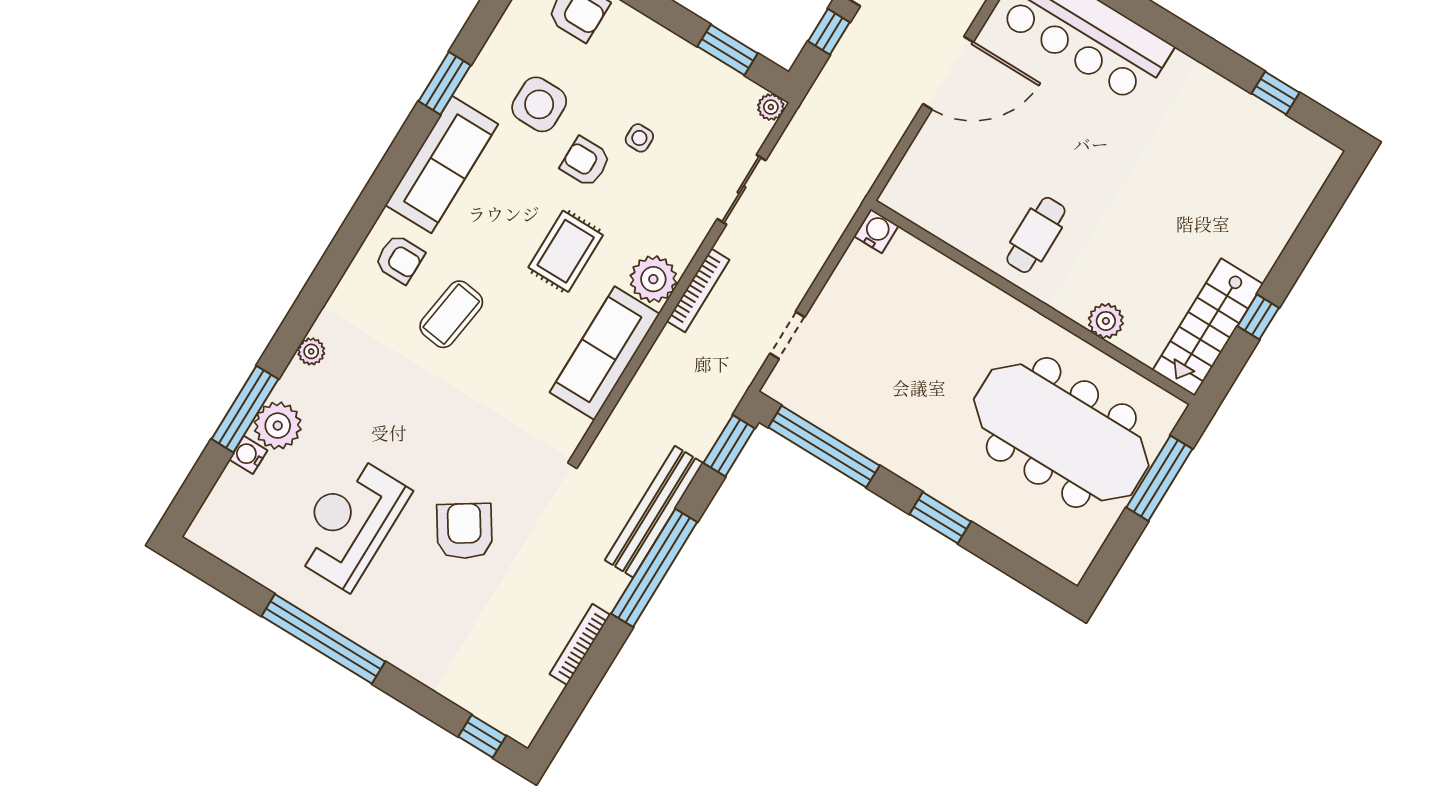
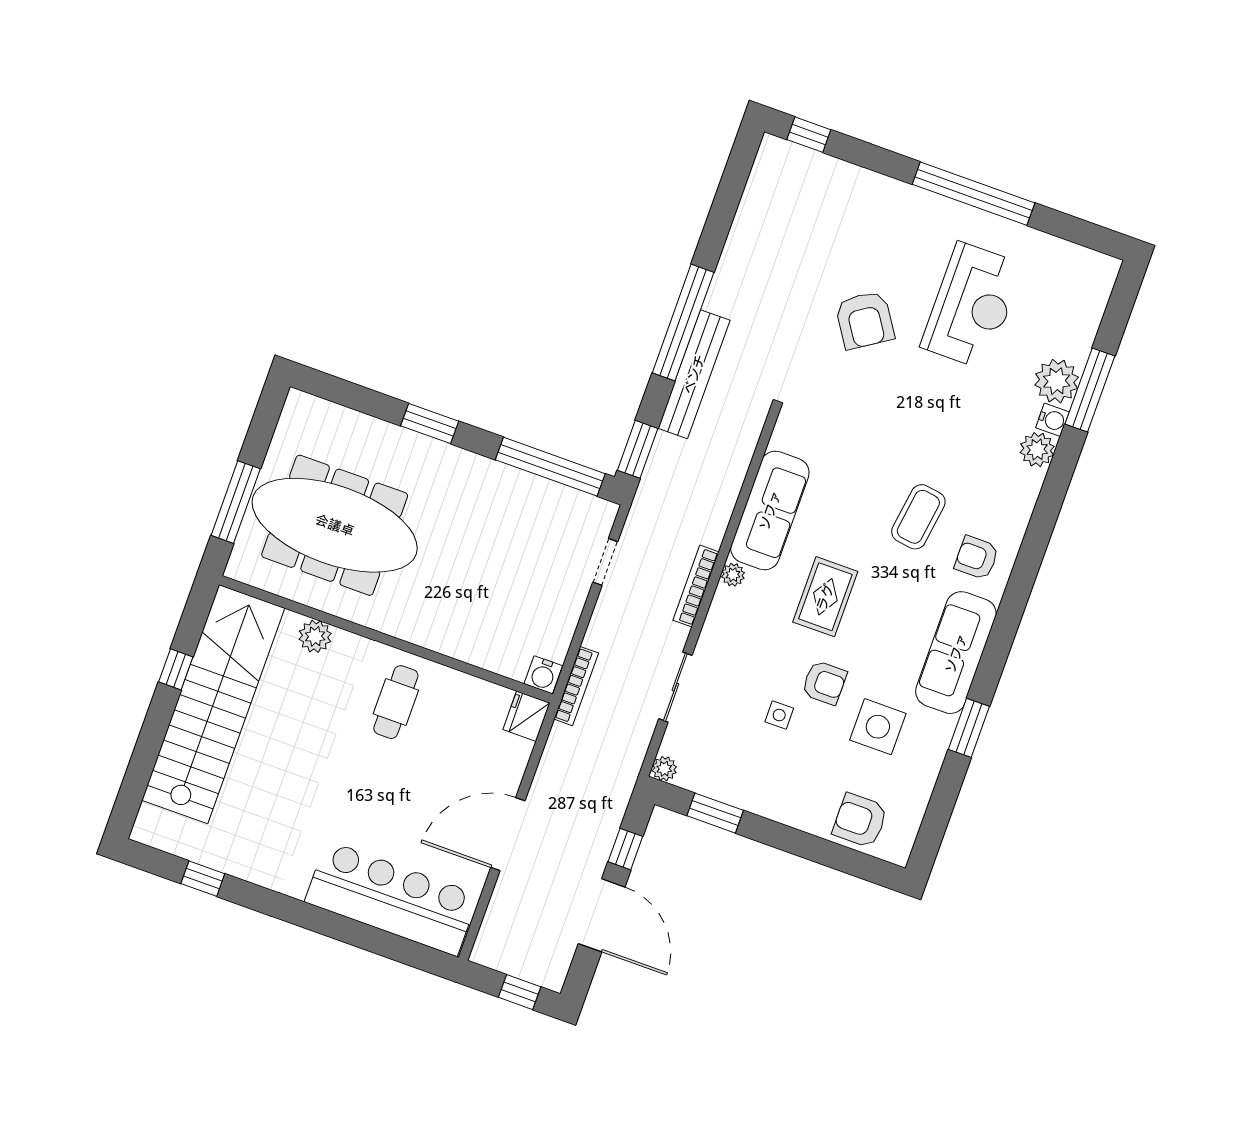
fridge: (903, 192) -> (526, 716), added
plant: (653, 279) -> (733, 575), width x0.53, depth x0.53
stairs: (1208, 327) -> (213, 704), width x1.86, depth x1.51
plant: (311, 351) -> (1037, 450), width x1.38, depth x1.38
water cooler: (248, 455) -> (1052, 420), moved
bookcase: (580, 644) -> (576, 686), moved

